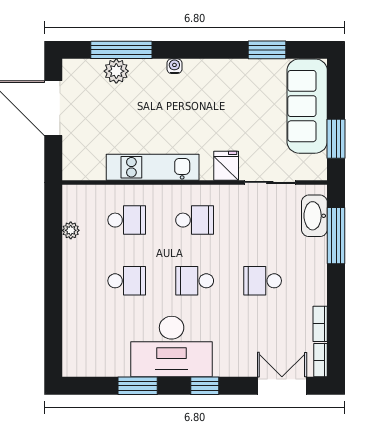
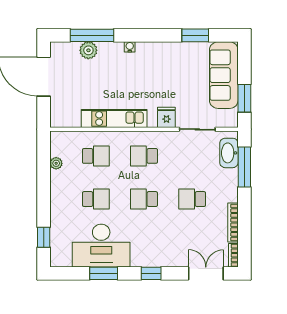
school desk: (195, 220) -> (144, 156), turned 180
bookcase: (320, 324) -> (233, 222), width x1.56
window: (53, 335) -> (44, 237), added
desk: (172, 347) -> (101, 246), moved

